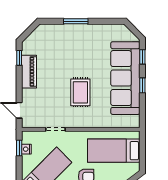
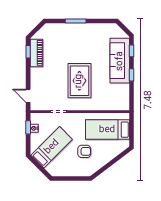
piano: (29, 72) -> (36, 53), moved
sofa: (125, 78) -> (120, 61), width x0.74, depth x0.79
rug: (80, 92) -> (79, 81), width x1.36, depth x1.43

